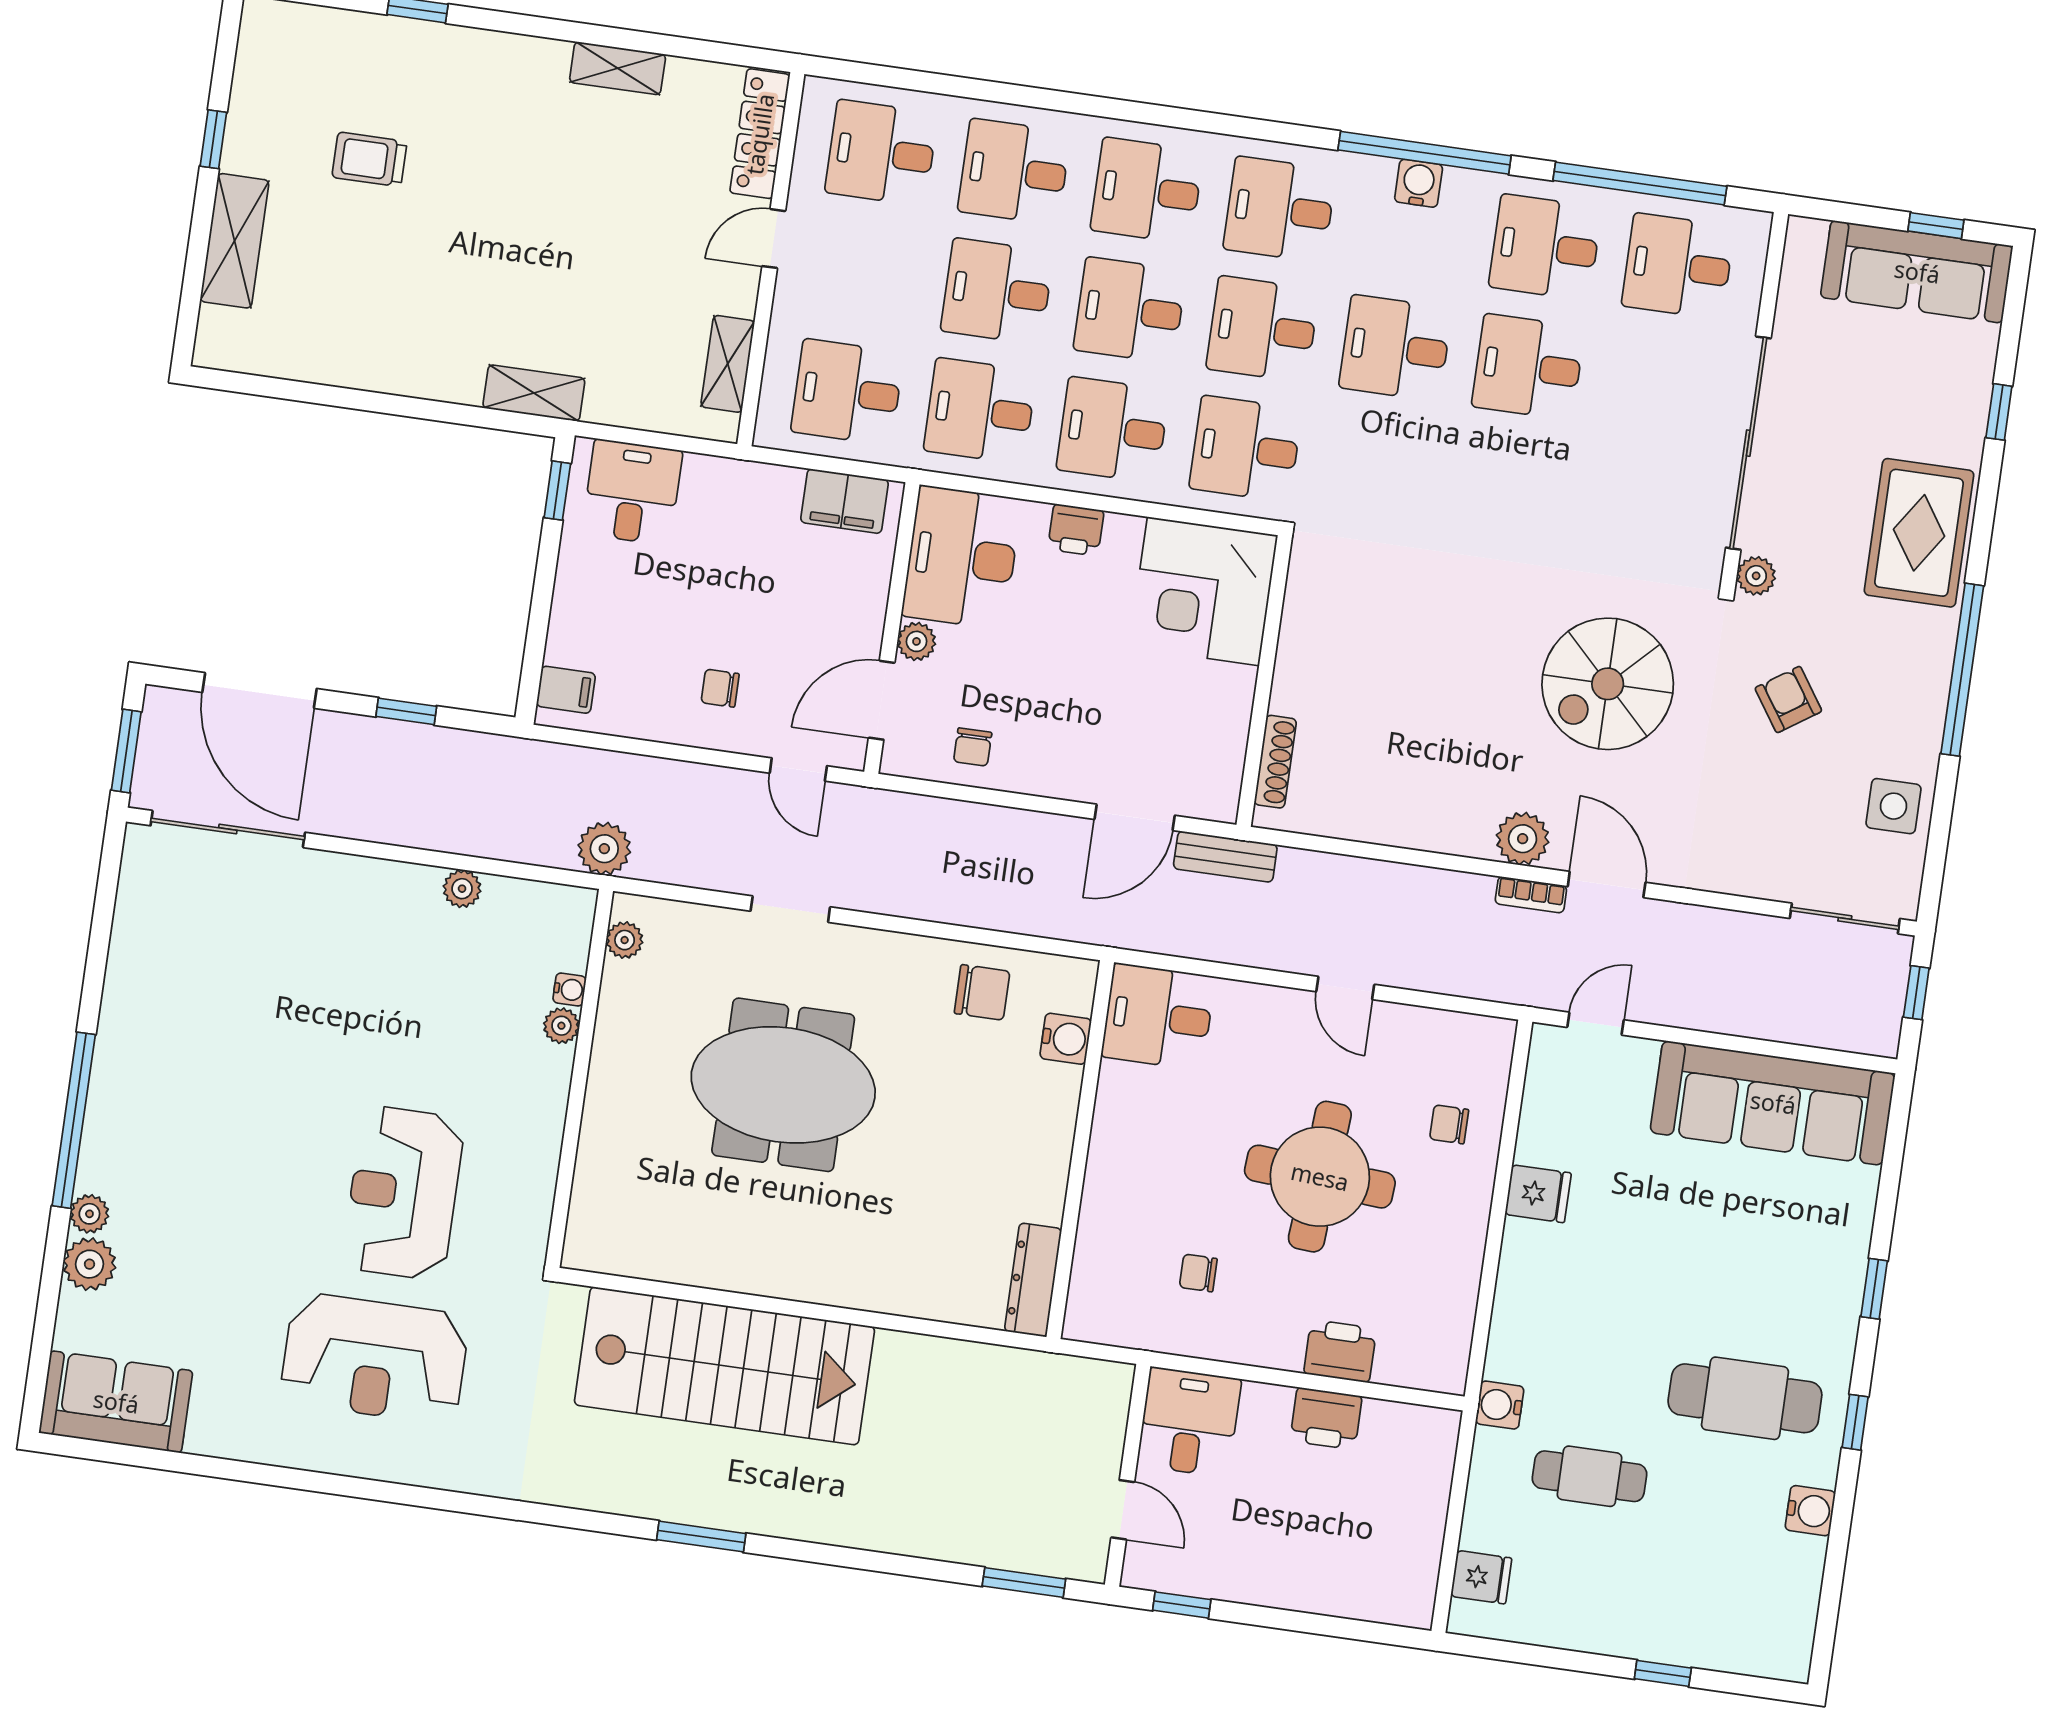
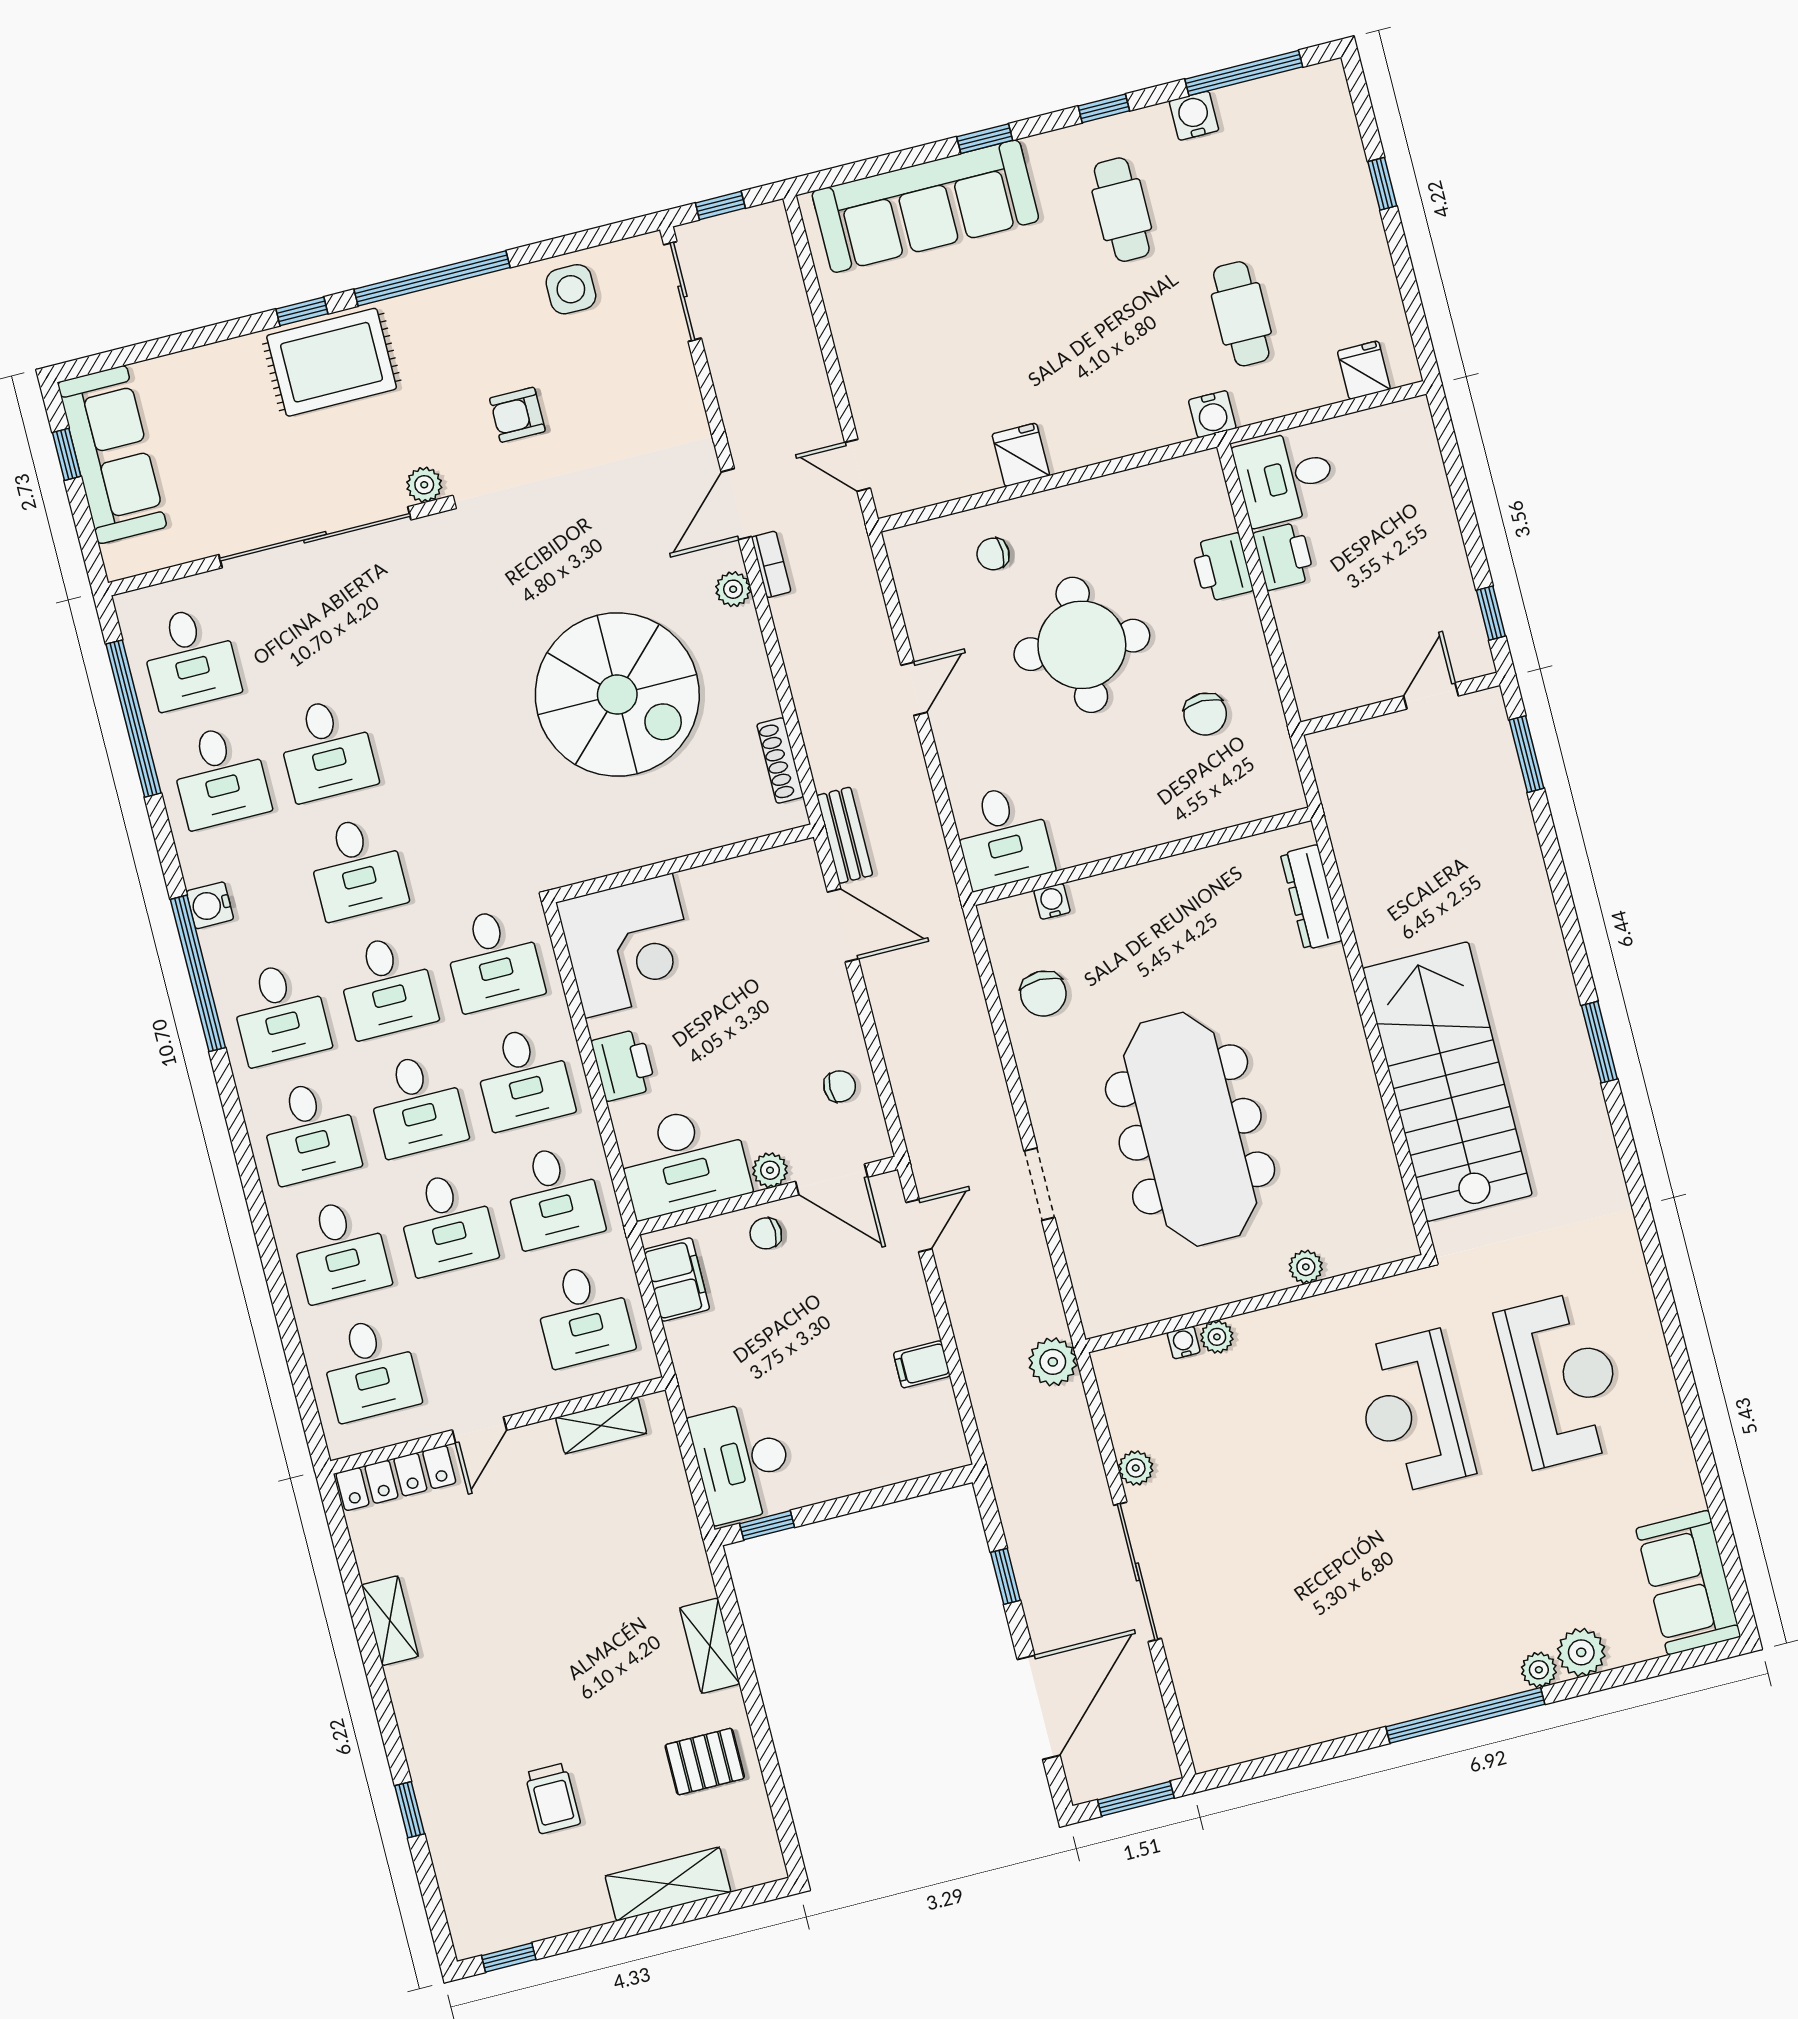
window: (213, 139) -> (509, 1957), moved
window: (1425, 153) -> (198, 973), moved
door: (774, 239) -> (480, 1430), hinge flipped
pallet: (344, 329) -> (705, 1762), added
shelving: (534, 393) -> (710, 1646), moved
window: (1999, 412) -> (302, 311), moved
desk: (632, 492) -> (742, 1462), width x1.37
printer: (1076, 530) -> (624, 1065), width x1.36, depth x1.24
spiral stairs: (1608, 684) -> (617, 695), moved, width x1.37, depth x1.37
chair: (720, 688) -> (766, 1233), moved, turned 90
filing cabinet: (566, 690) -> (922, 1364), moved, turned -90
armchair: (1788, 700) -> (517, 415), turned 34
shoe rack: (1275, 762) -> (780, 760), moved, turned -90
sliding door: (228, 829) -> (1137, 1572), moved
plant: (1523, 839) -> (733, 589), width x0.73, depth x0.73
plant: (625, 940) -> (1306, 1267), moved
chair: (982, 992) -> (1043, 994), turned 180
water cooler: (1066, 1039) -> (1052, 901), width x0.72, depth x0.72
meeting table: (783, 1085) -> (1190, 1129), width x1.36
sofa: (1773, 1103) -> (925, 206), moved, turned 90
chair: (1449, 1124) -> (993, 554), turned 90
reception desk: (403, 1193) -> (1413, 1412), turned 90
chair: (1198, 1273) -> (1205, 714), width x1.37, depth x1.37
dresser: (1033, 1280) -> (1311, 897), moved, turned 90
cafe table: (1745, 1398) -> (1122, 210), width x0.73, depth x0.74
desk: (1189, 1422) -> (1285, 478), moved
window: (1833, 1579) -> (1244, 73), added

